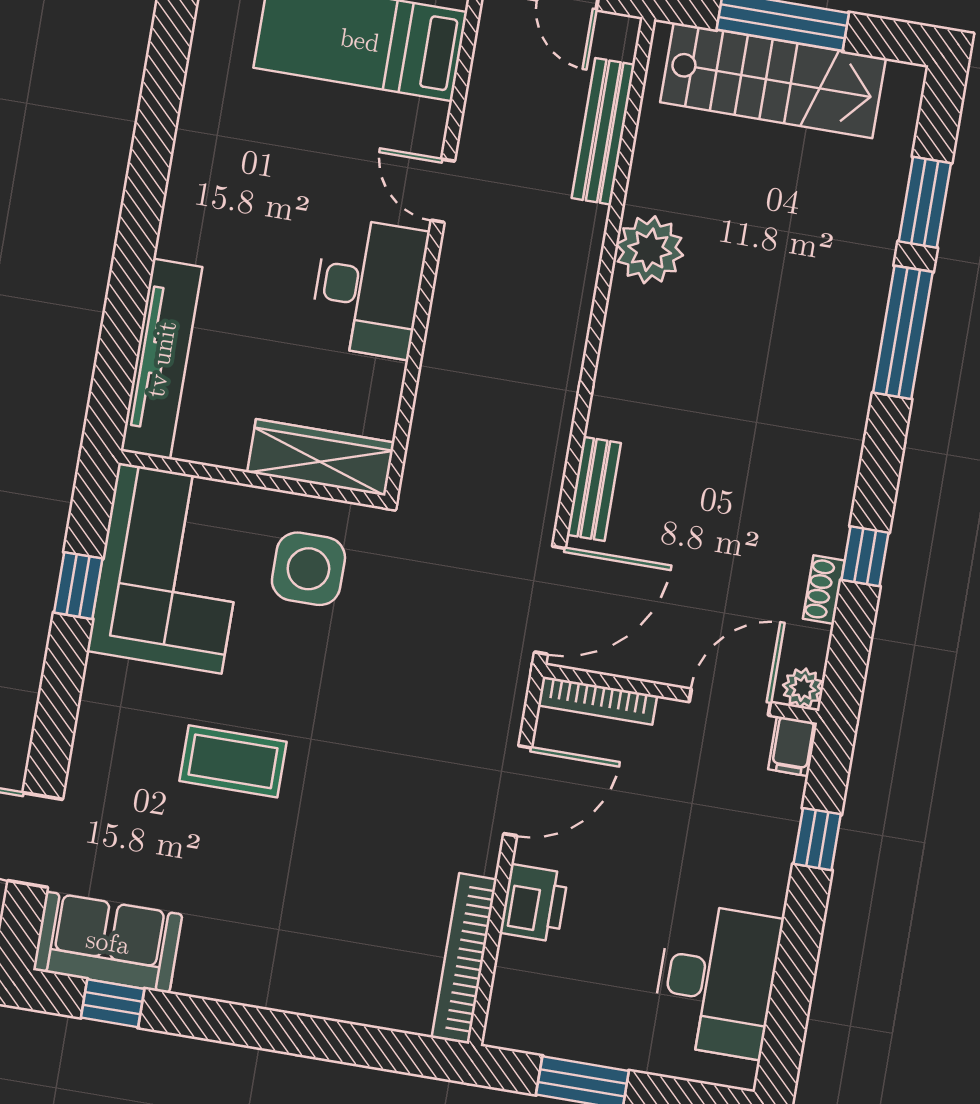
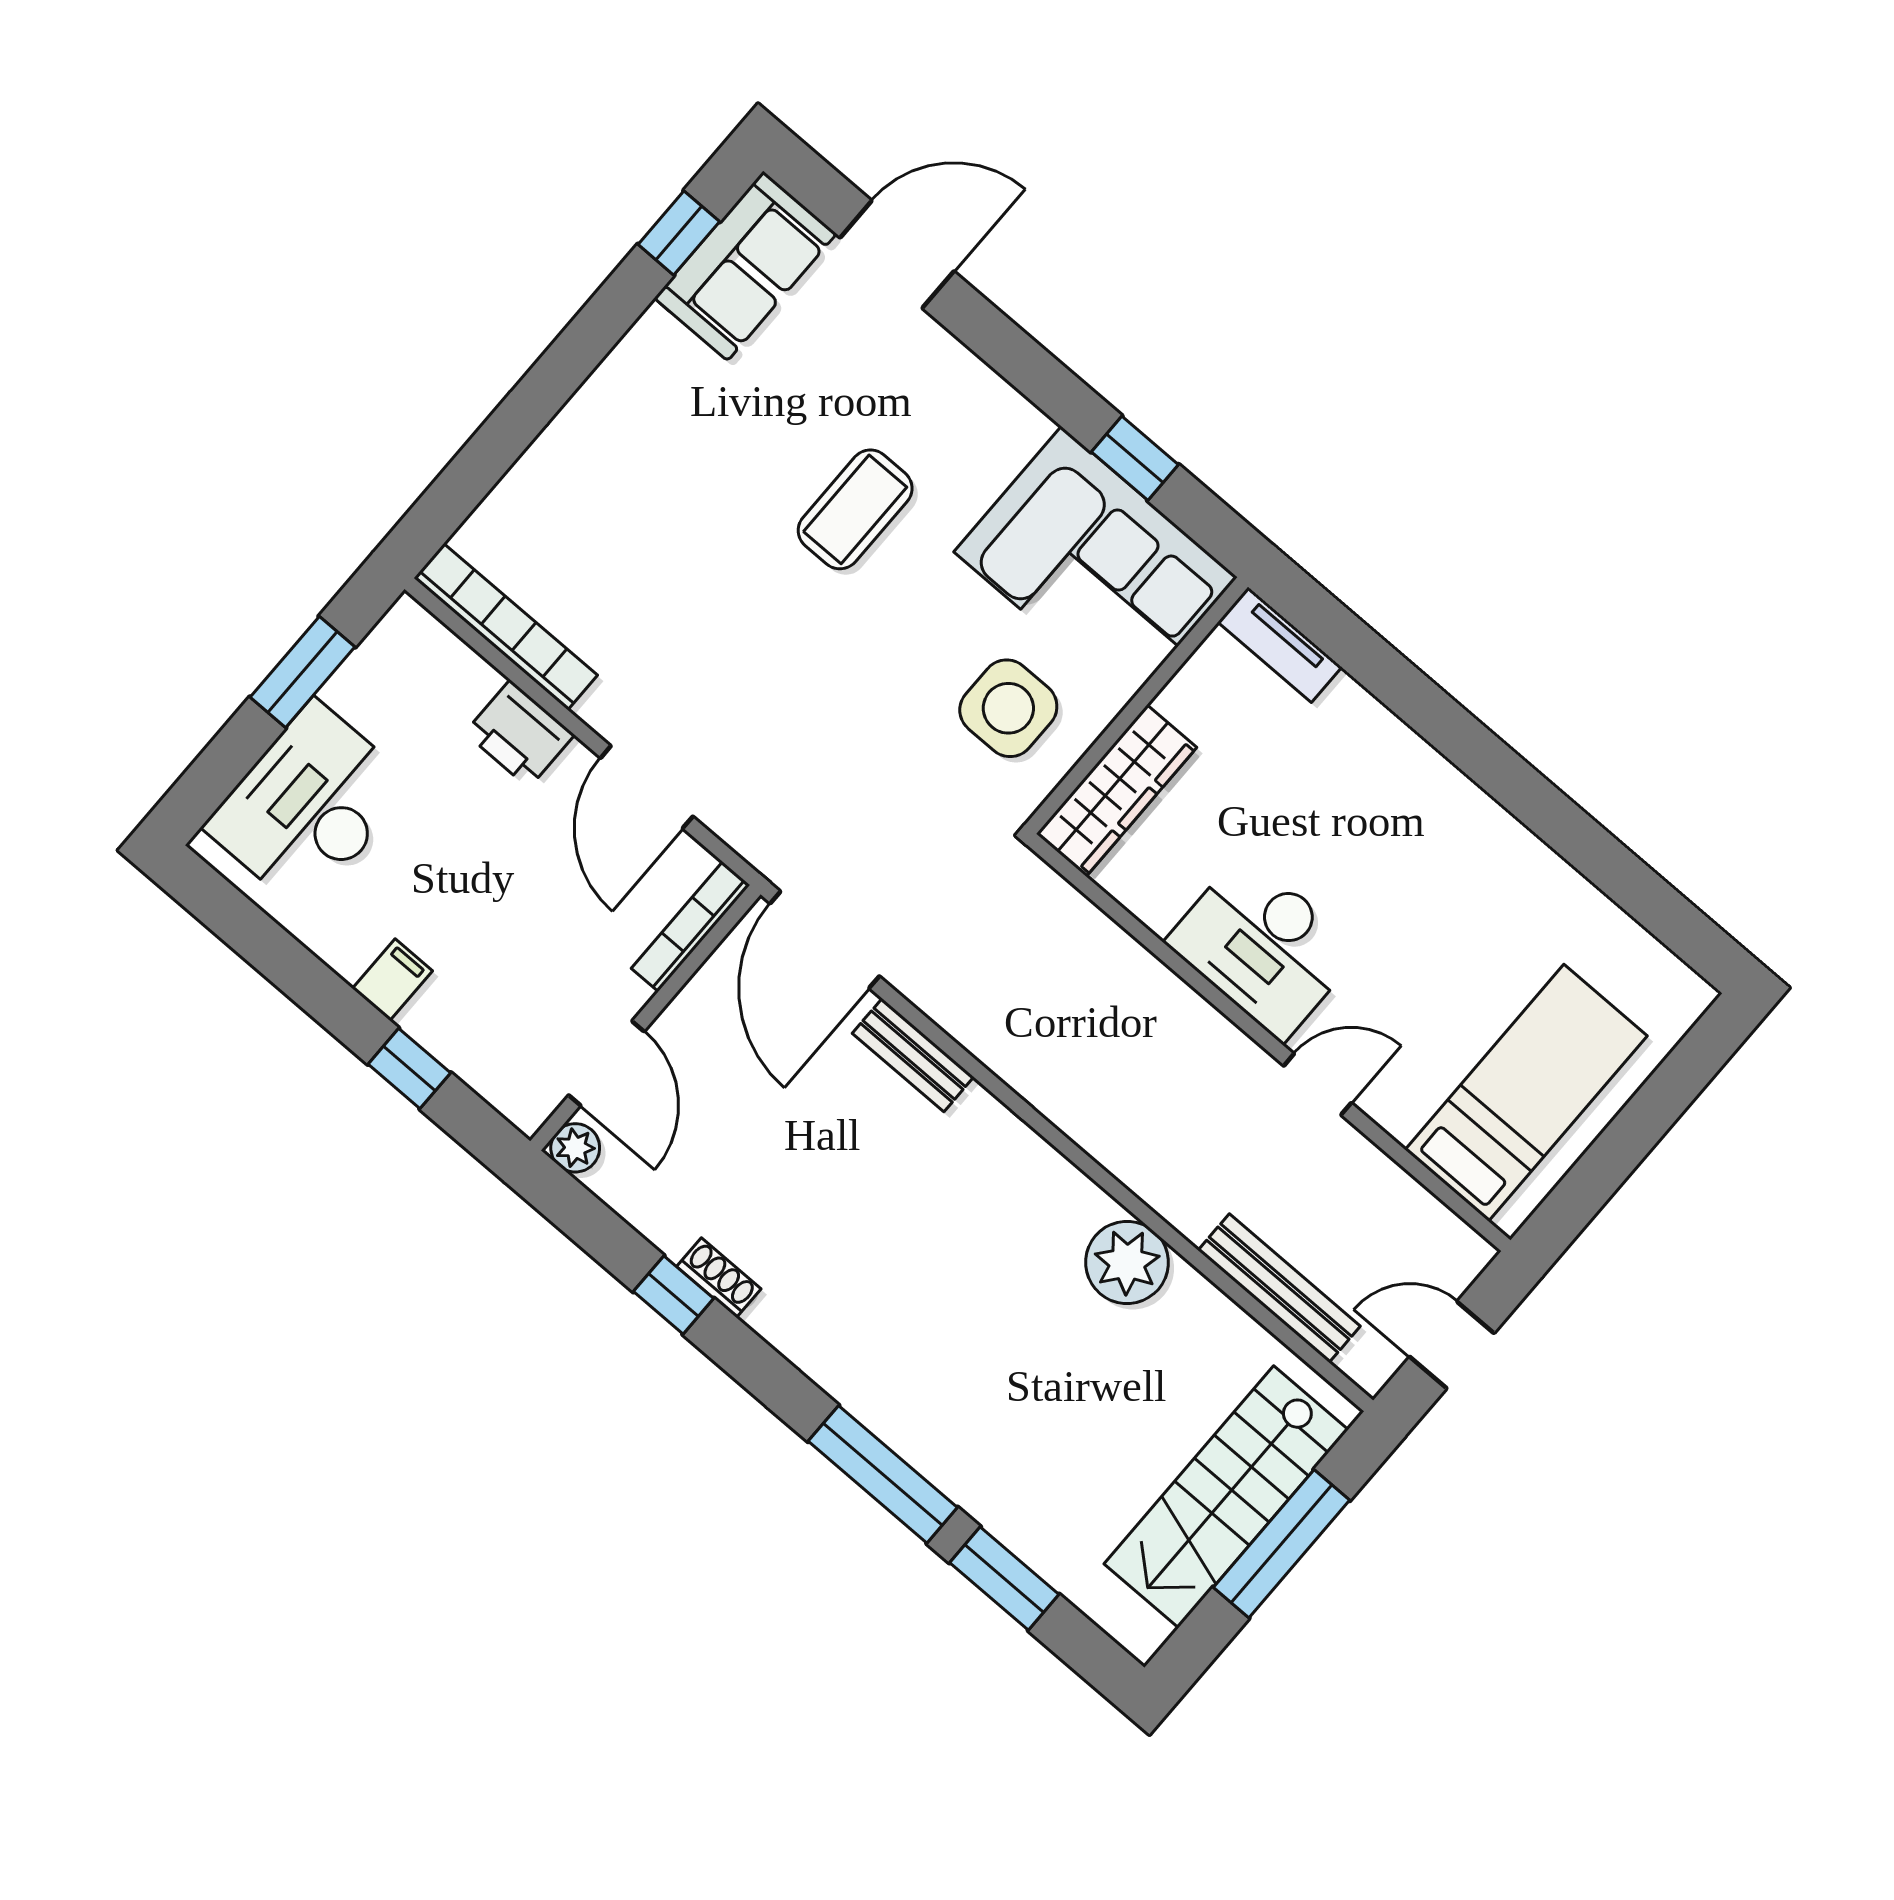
tv unit: (161, 359) -> (1280, 644), width x0.52, depth x0.78
shoe rack: (824, 590) -> (719, 1278), moved
filing cabinet: (793, 746) -> (392, 980), moved, turned 90
desk: (716, 980) -> (309, 806), moved, turned 90

